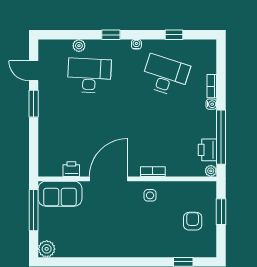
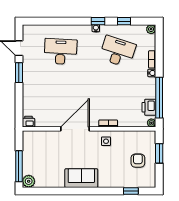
window: (111, 35) -> (98, 21), moved
plant: (79, 46) -> (151, 29), moved
printer: (71, 169) -> (28, 122), moved
sofa: (60, 194) -> (81, 178), moved, turned 180
window: (34, 210) -> (19, 166), moved

